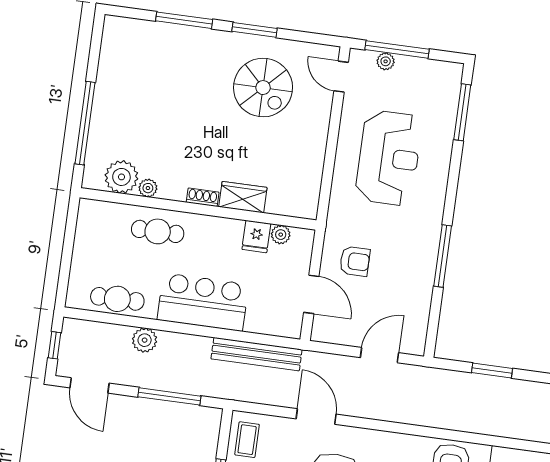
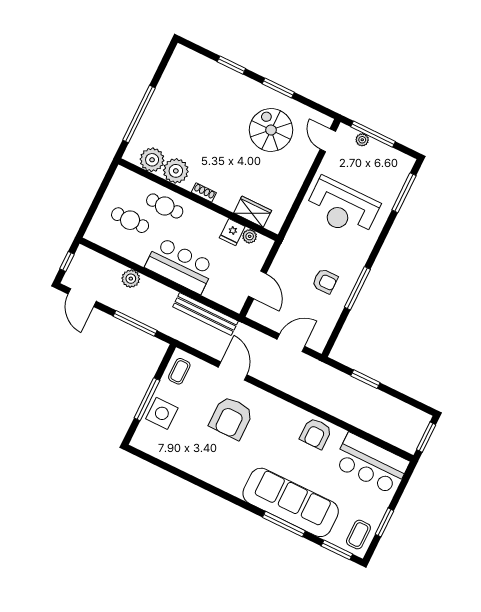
window: (184, 20) -> (231, 65), width x0.69
spiral stairs: (263, 88) -> (271, 130), turned 180
reception desk: (389, 158) -> (342, 208), turned 90
plant: (148, 188) -> (176, 171), width x1.88, depth x1.88
wardrobe: (243, 197) -> (253, 212), moved
armchair: (355, 261) -> (325, 281), moved
cafe table: (117, 299) -> (130, 220), moved

